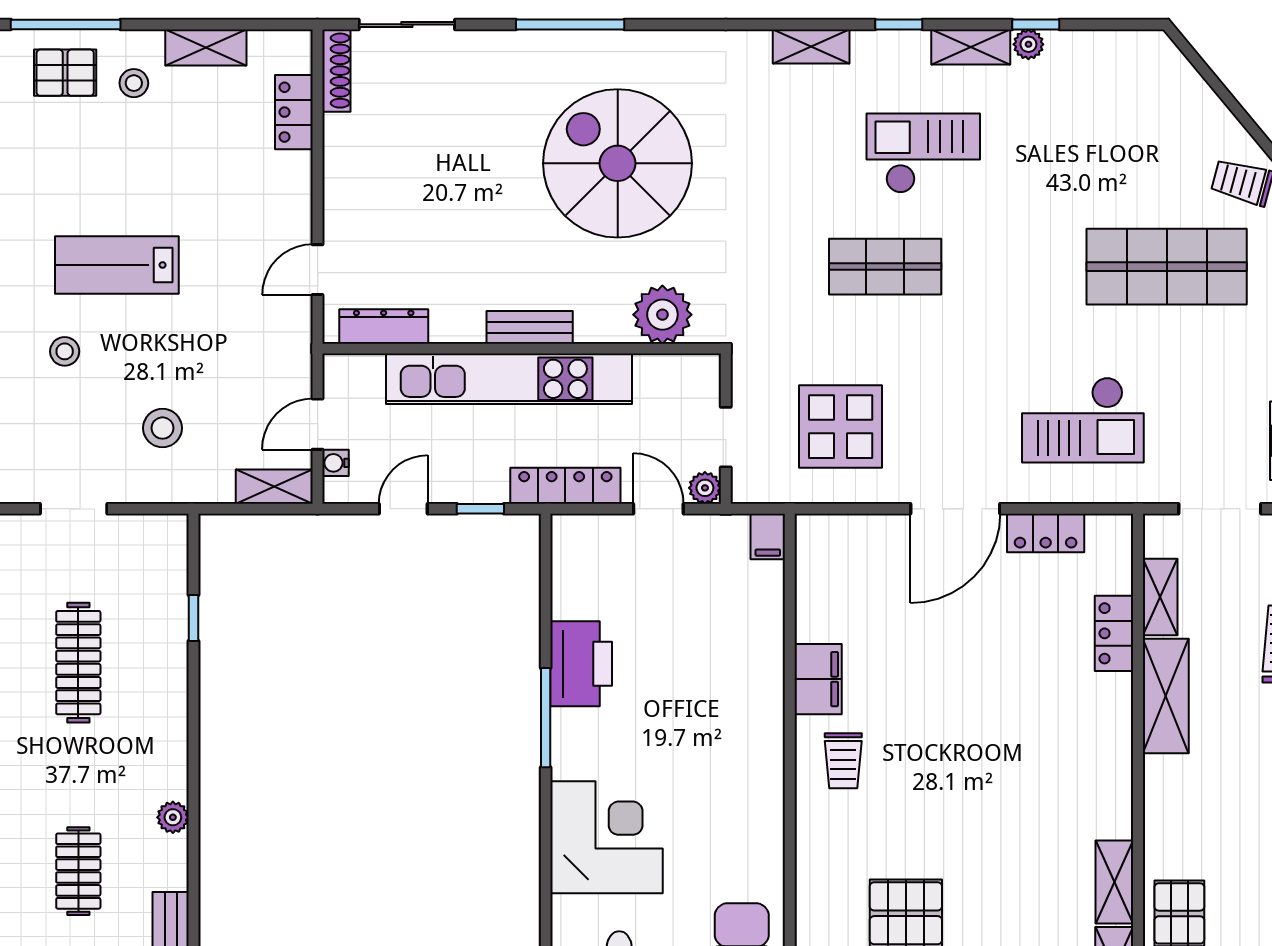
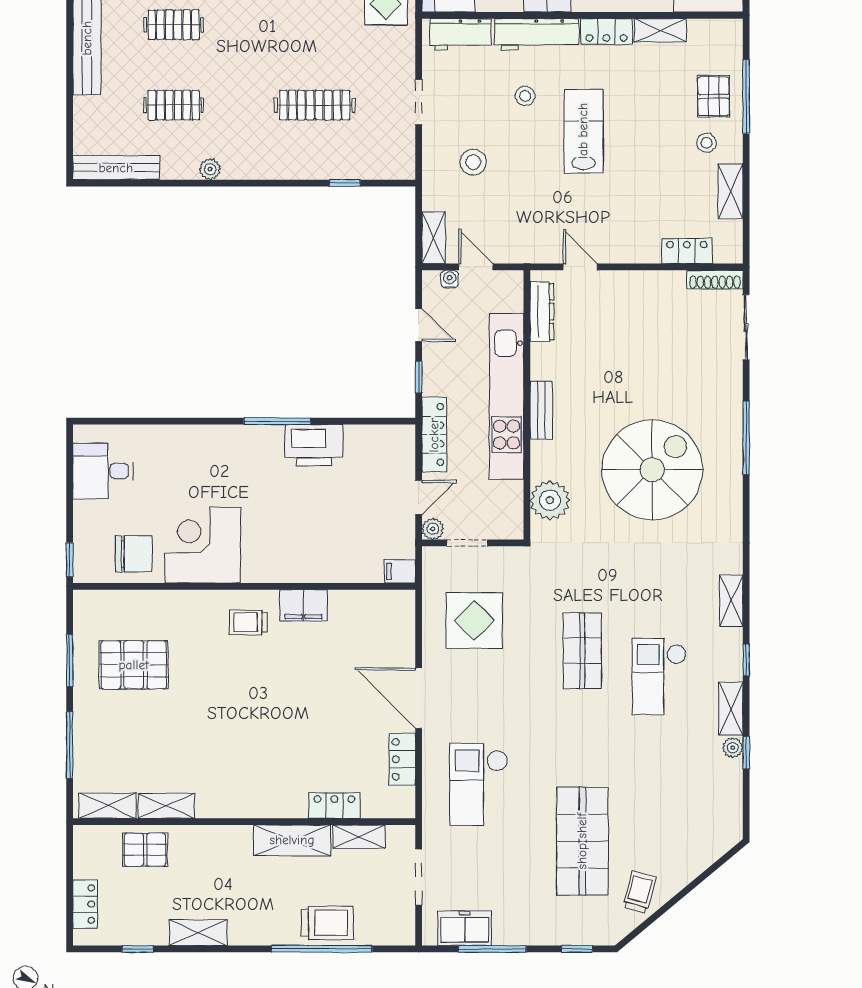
checkout: (923, 153) -> (659, 676), turned 180
corner desk: (607, 837) -> (203, 545), moved, turned 180

